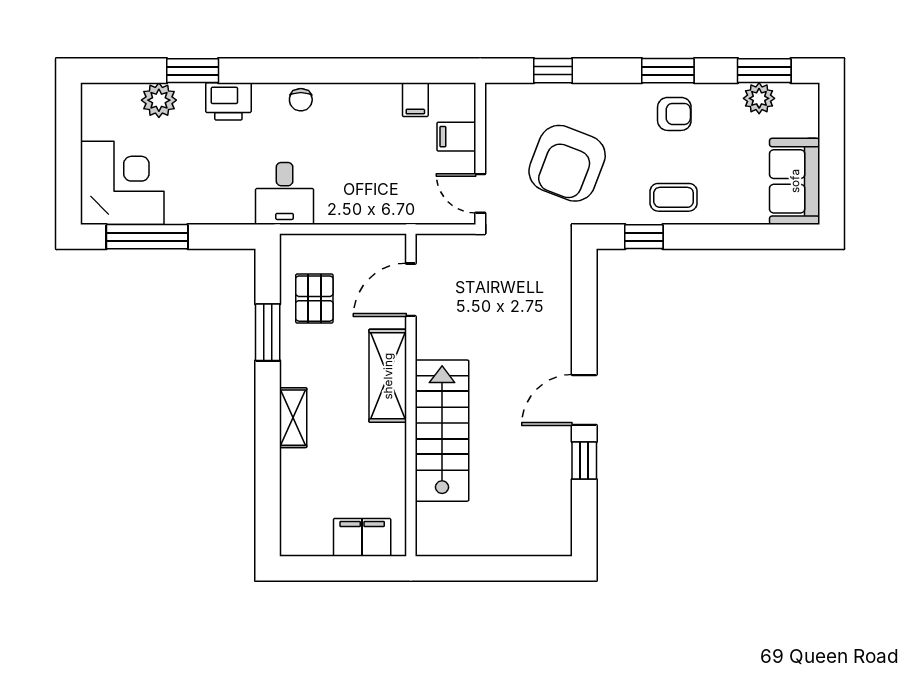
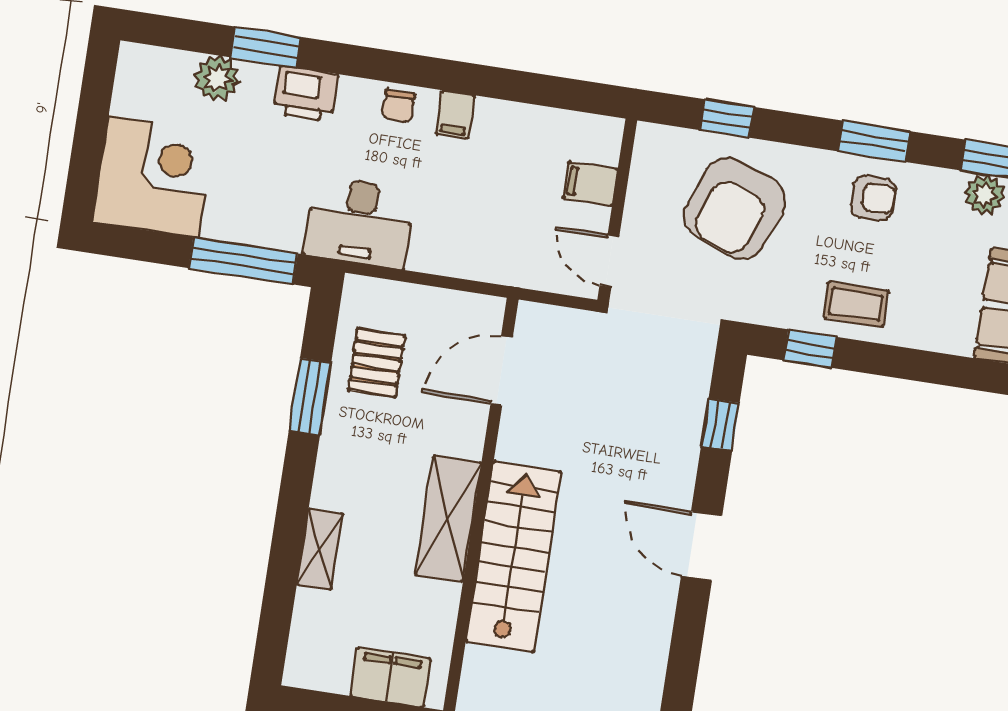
filing cabinet: (415, 100) -> (455, 114), moved
armchair: (567, 163) -> (735, 208), moved
desk: (285, 193) -> (359, 222), width x1.37
window: (147, 237) -> (243, 261), moved
shelving: (388, 376) -> (448, 519), moved
door: (584, 400) -> (702, 546), hinge flipped
shelving: (293, 418) -> (320, 549), moved
window: (584, 461) -> (720, 425), moved

